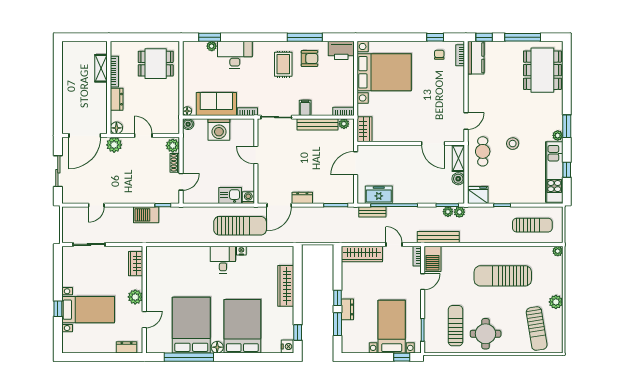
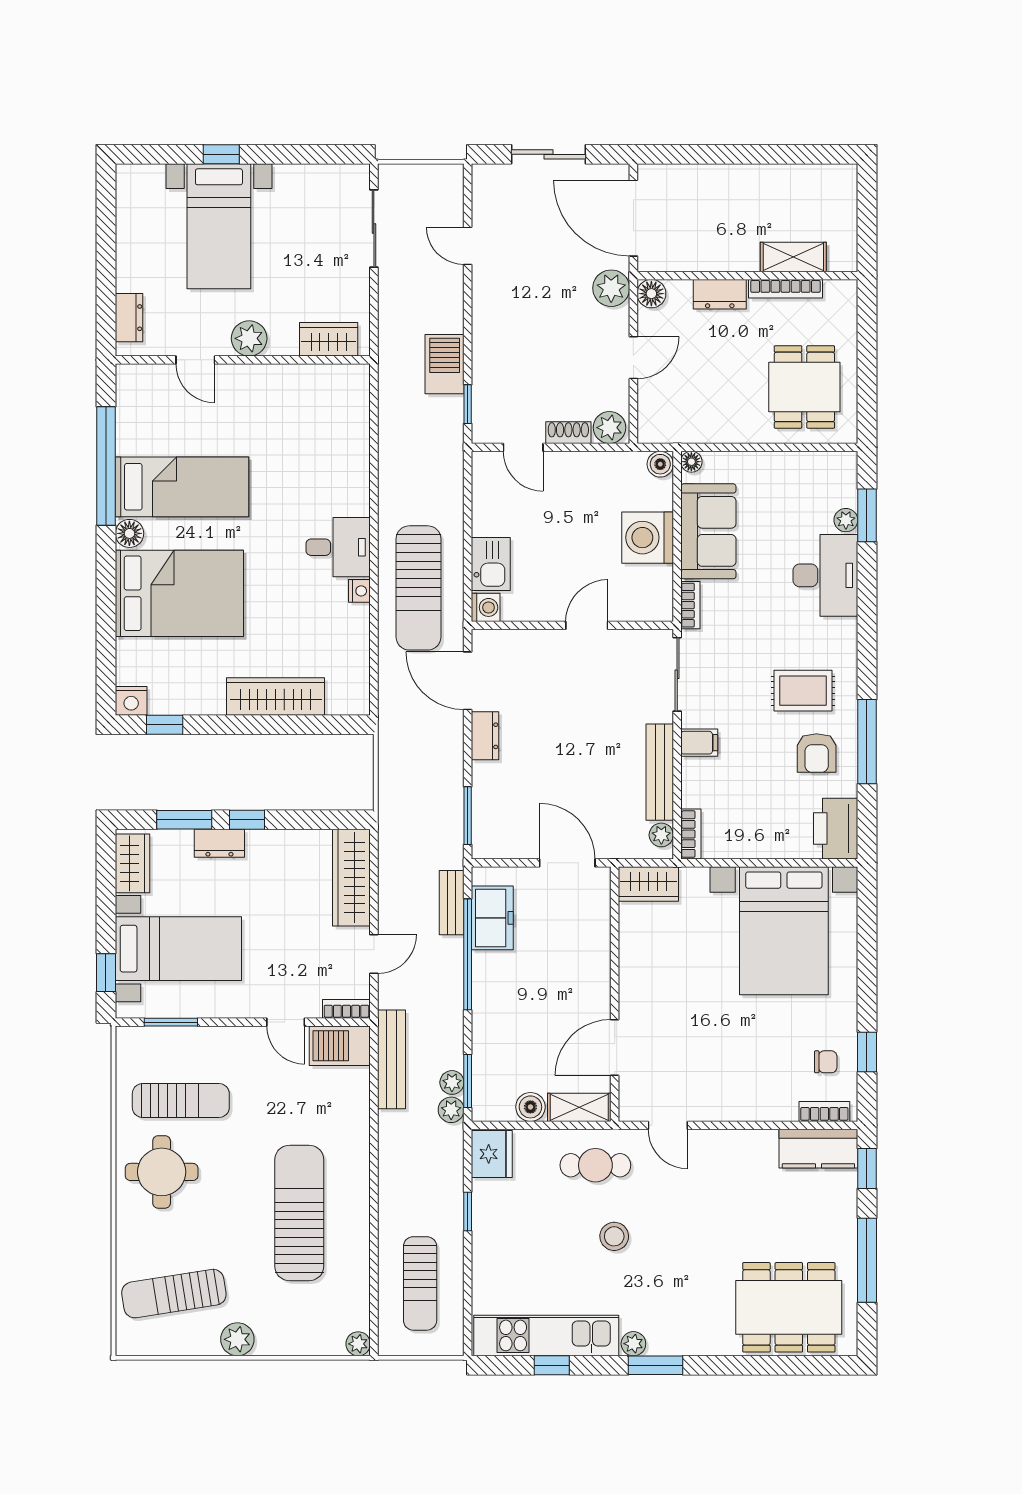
bed: (191, 325) -> (182, 487), width x0.67
wardrobe: (356, 346) -> (132, 863), added

